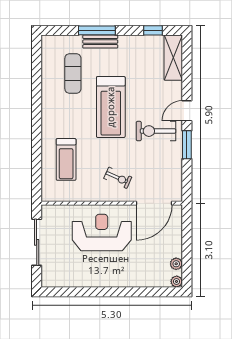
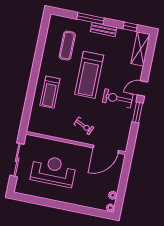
bench: (100, 42) -> (104, 30), moved
treadmill: (66, 159) -> (50, 92), moved
reception desk: (102, 233) -> (53, 171), moved

